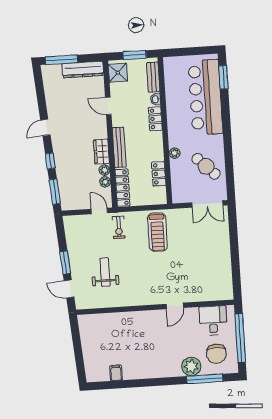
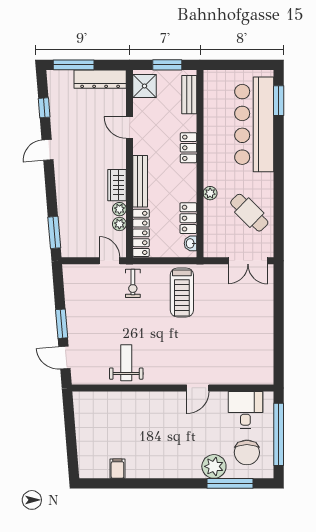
washbasin: (156, 99) -> (190, 243), moved
window: (50, 161) -> (44, 108), moved
weight bench: (105, 272) -> (126, 363), moved

